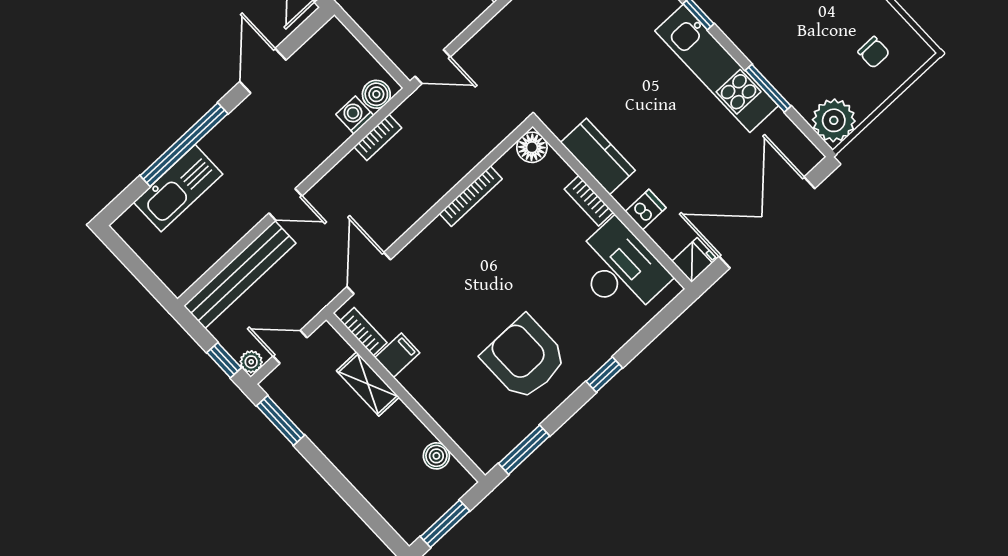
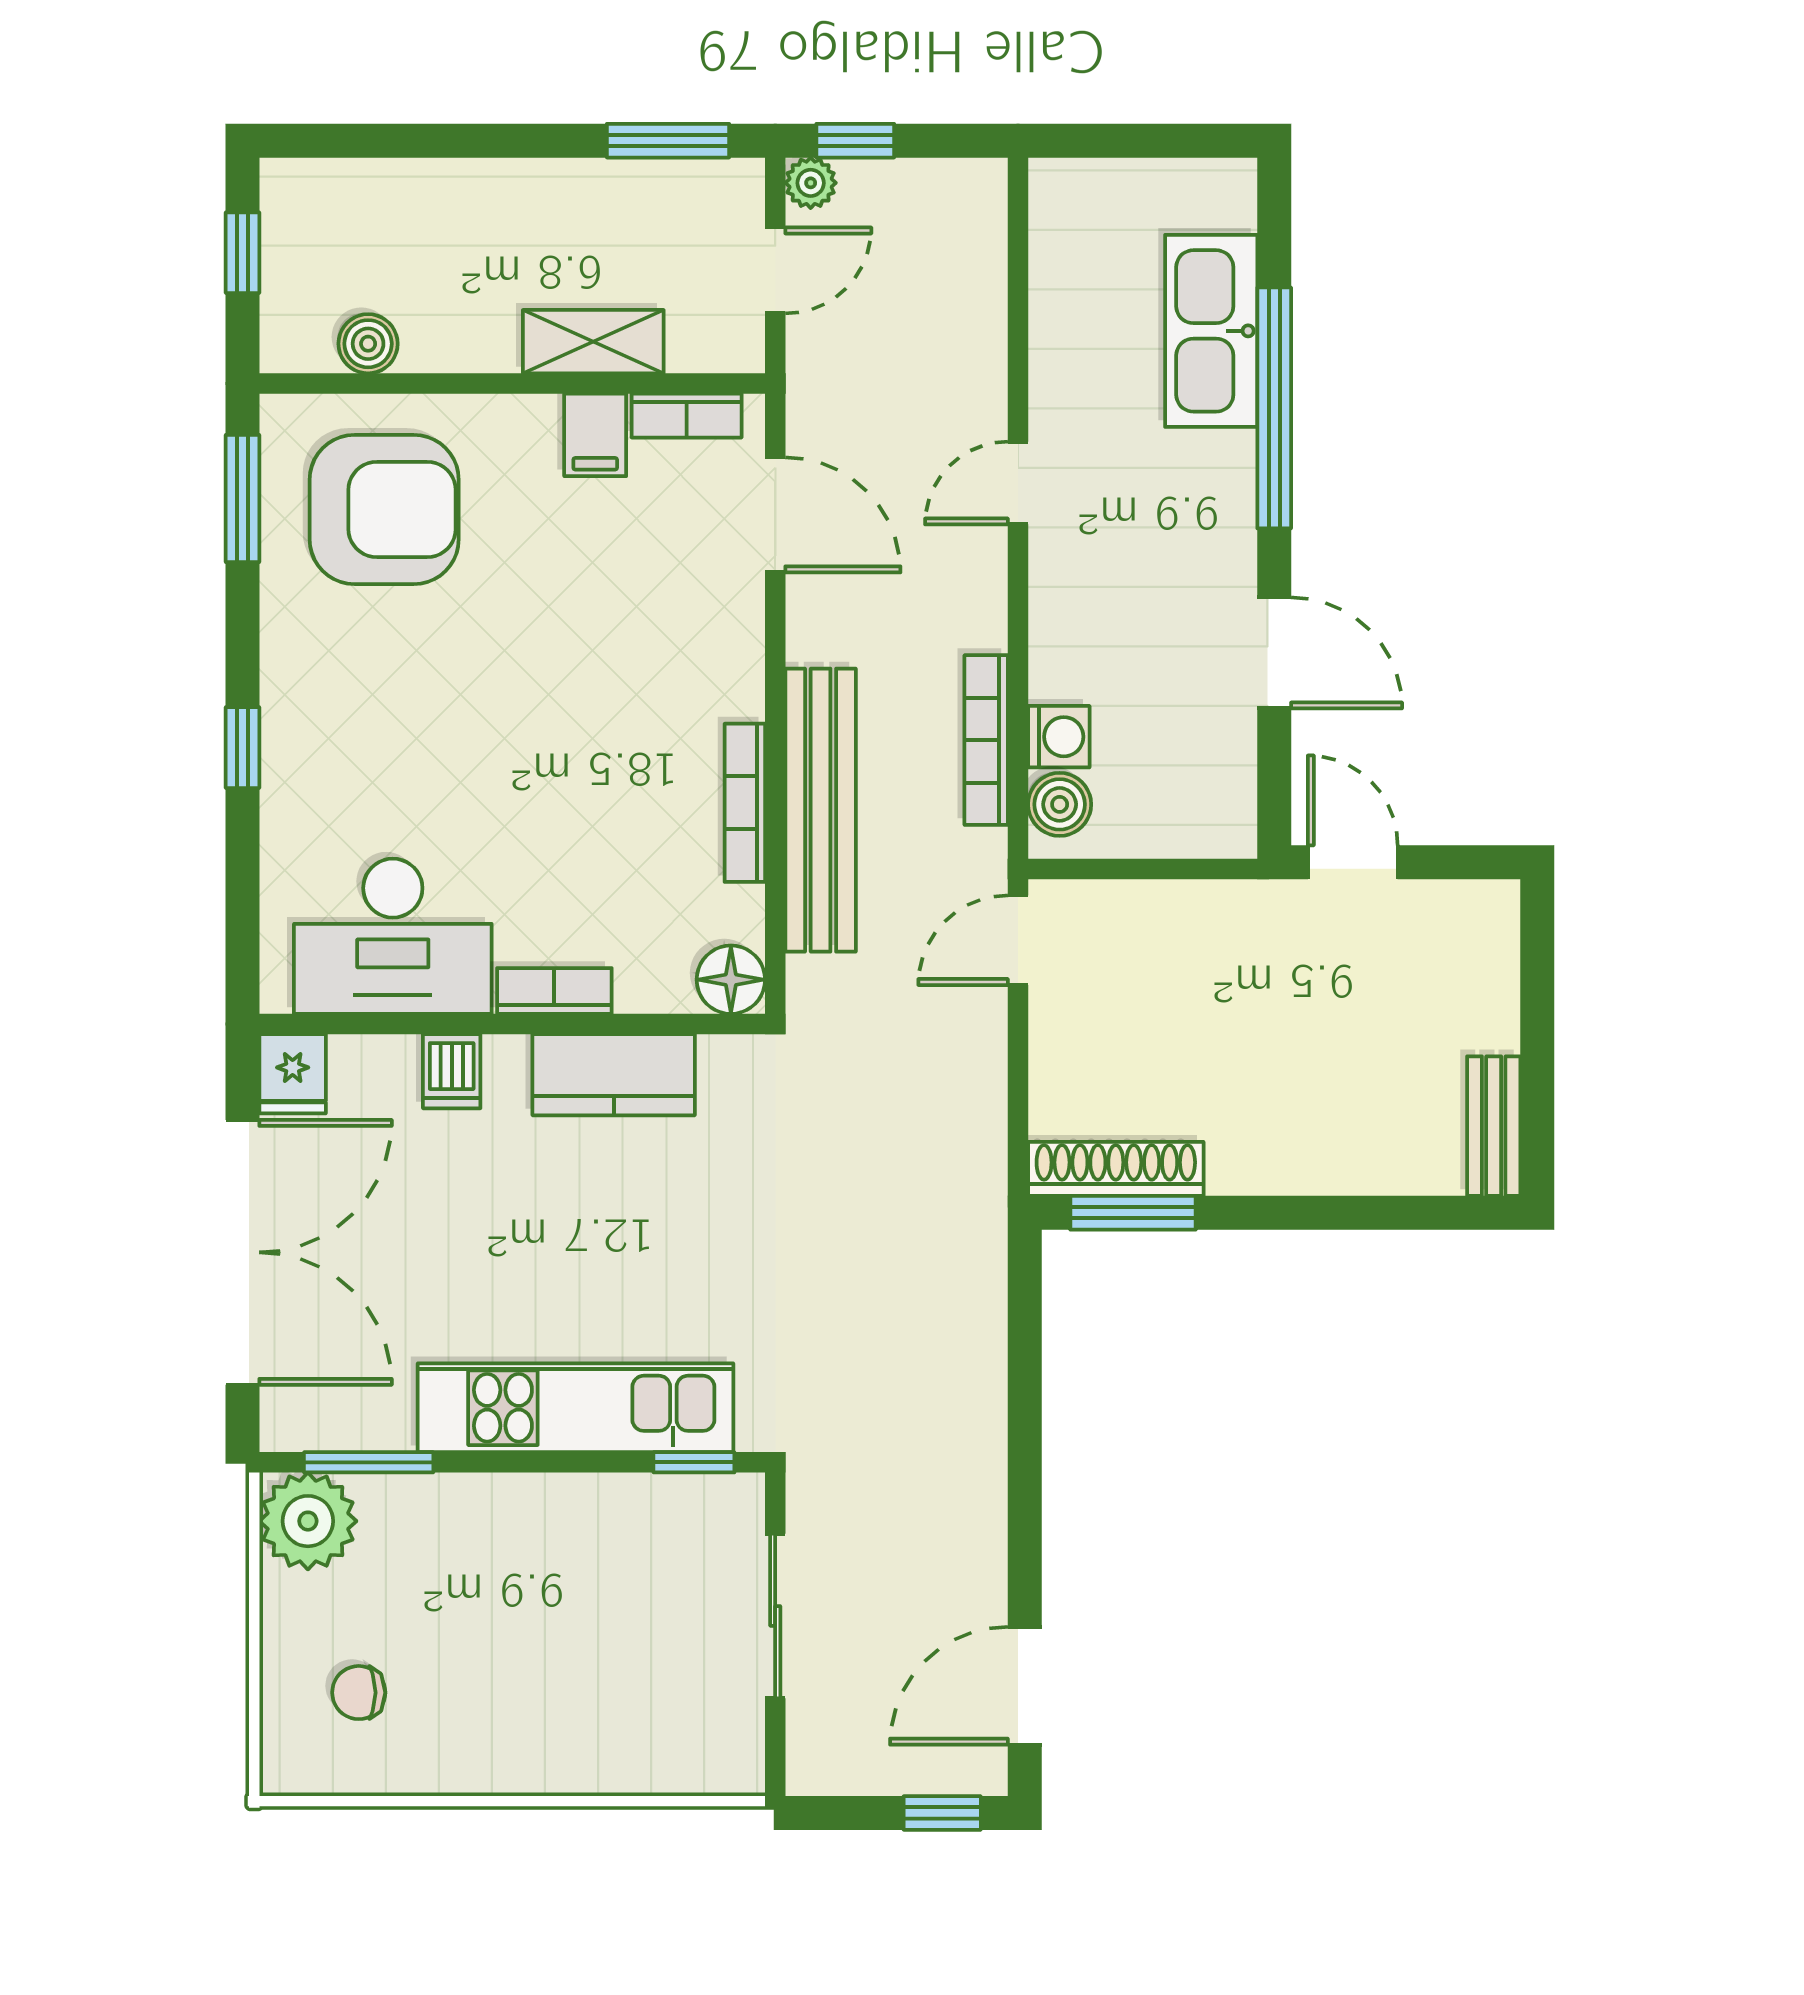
window: (768, 88) -> (369, 1462), moved
bookcase: (378, 137) -> (986, 740), width x1.56
bench: (240, 275) -> (821, 810), moved
armchair: (524, 358) -> (384, 509), moved
window: (445, 524) -> (242, 253), width x0.67

